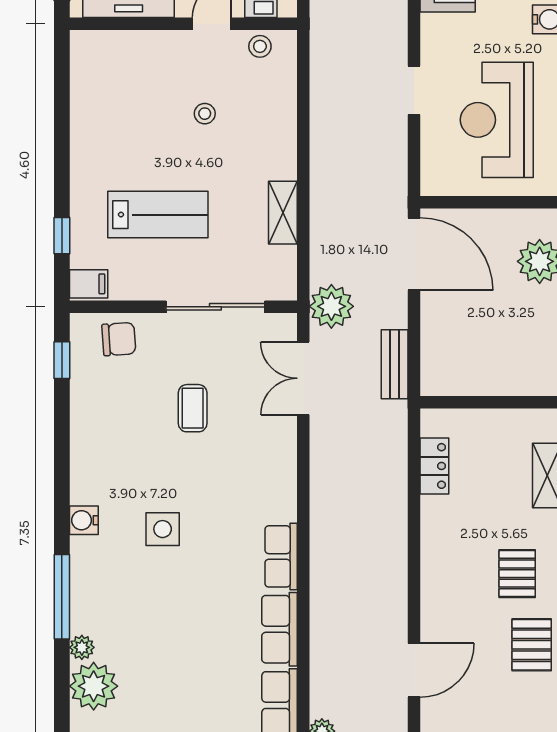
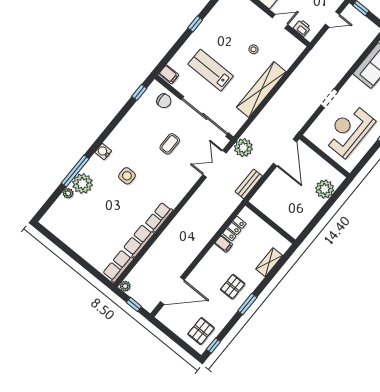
stool: (260, 46) -> (290, 42), removed
shelving: (283, 213) -> (261, 89), width x2.20, depth x1.33
lab bench: (158, 215) -> (211, 70), turned 180
window: (62, 236) -> (195, 24), moved
sliding door: (215, 307) -> (205, 116), width x1.36
filing cabinet: (437, 510) -> (224, 244), added
pallet: (532, 645) -> (201, 331), moved
door: (414, 670) -> (172, 291), width x1.36
plant: (94, 686) -> (82, 184), moved

